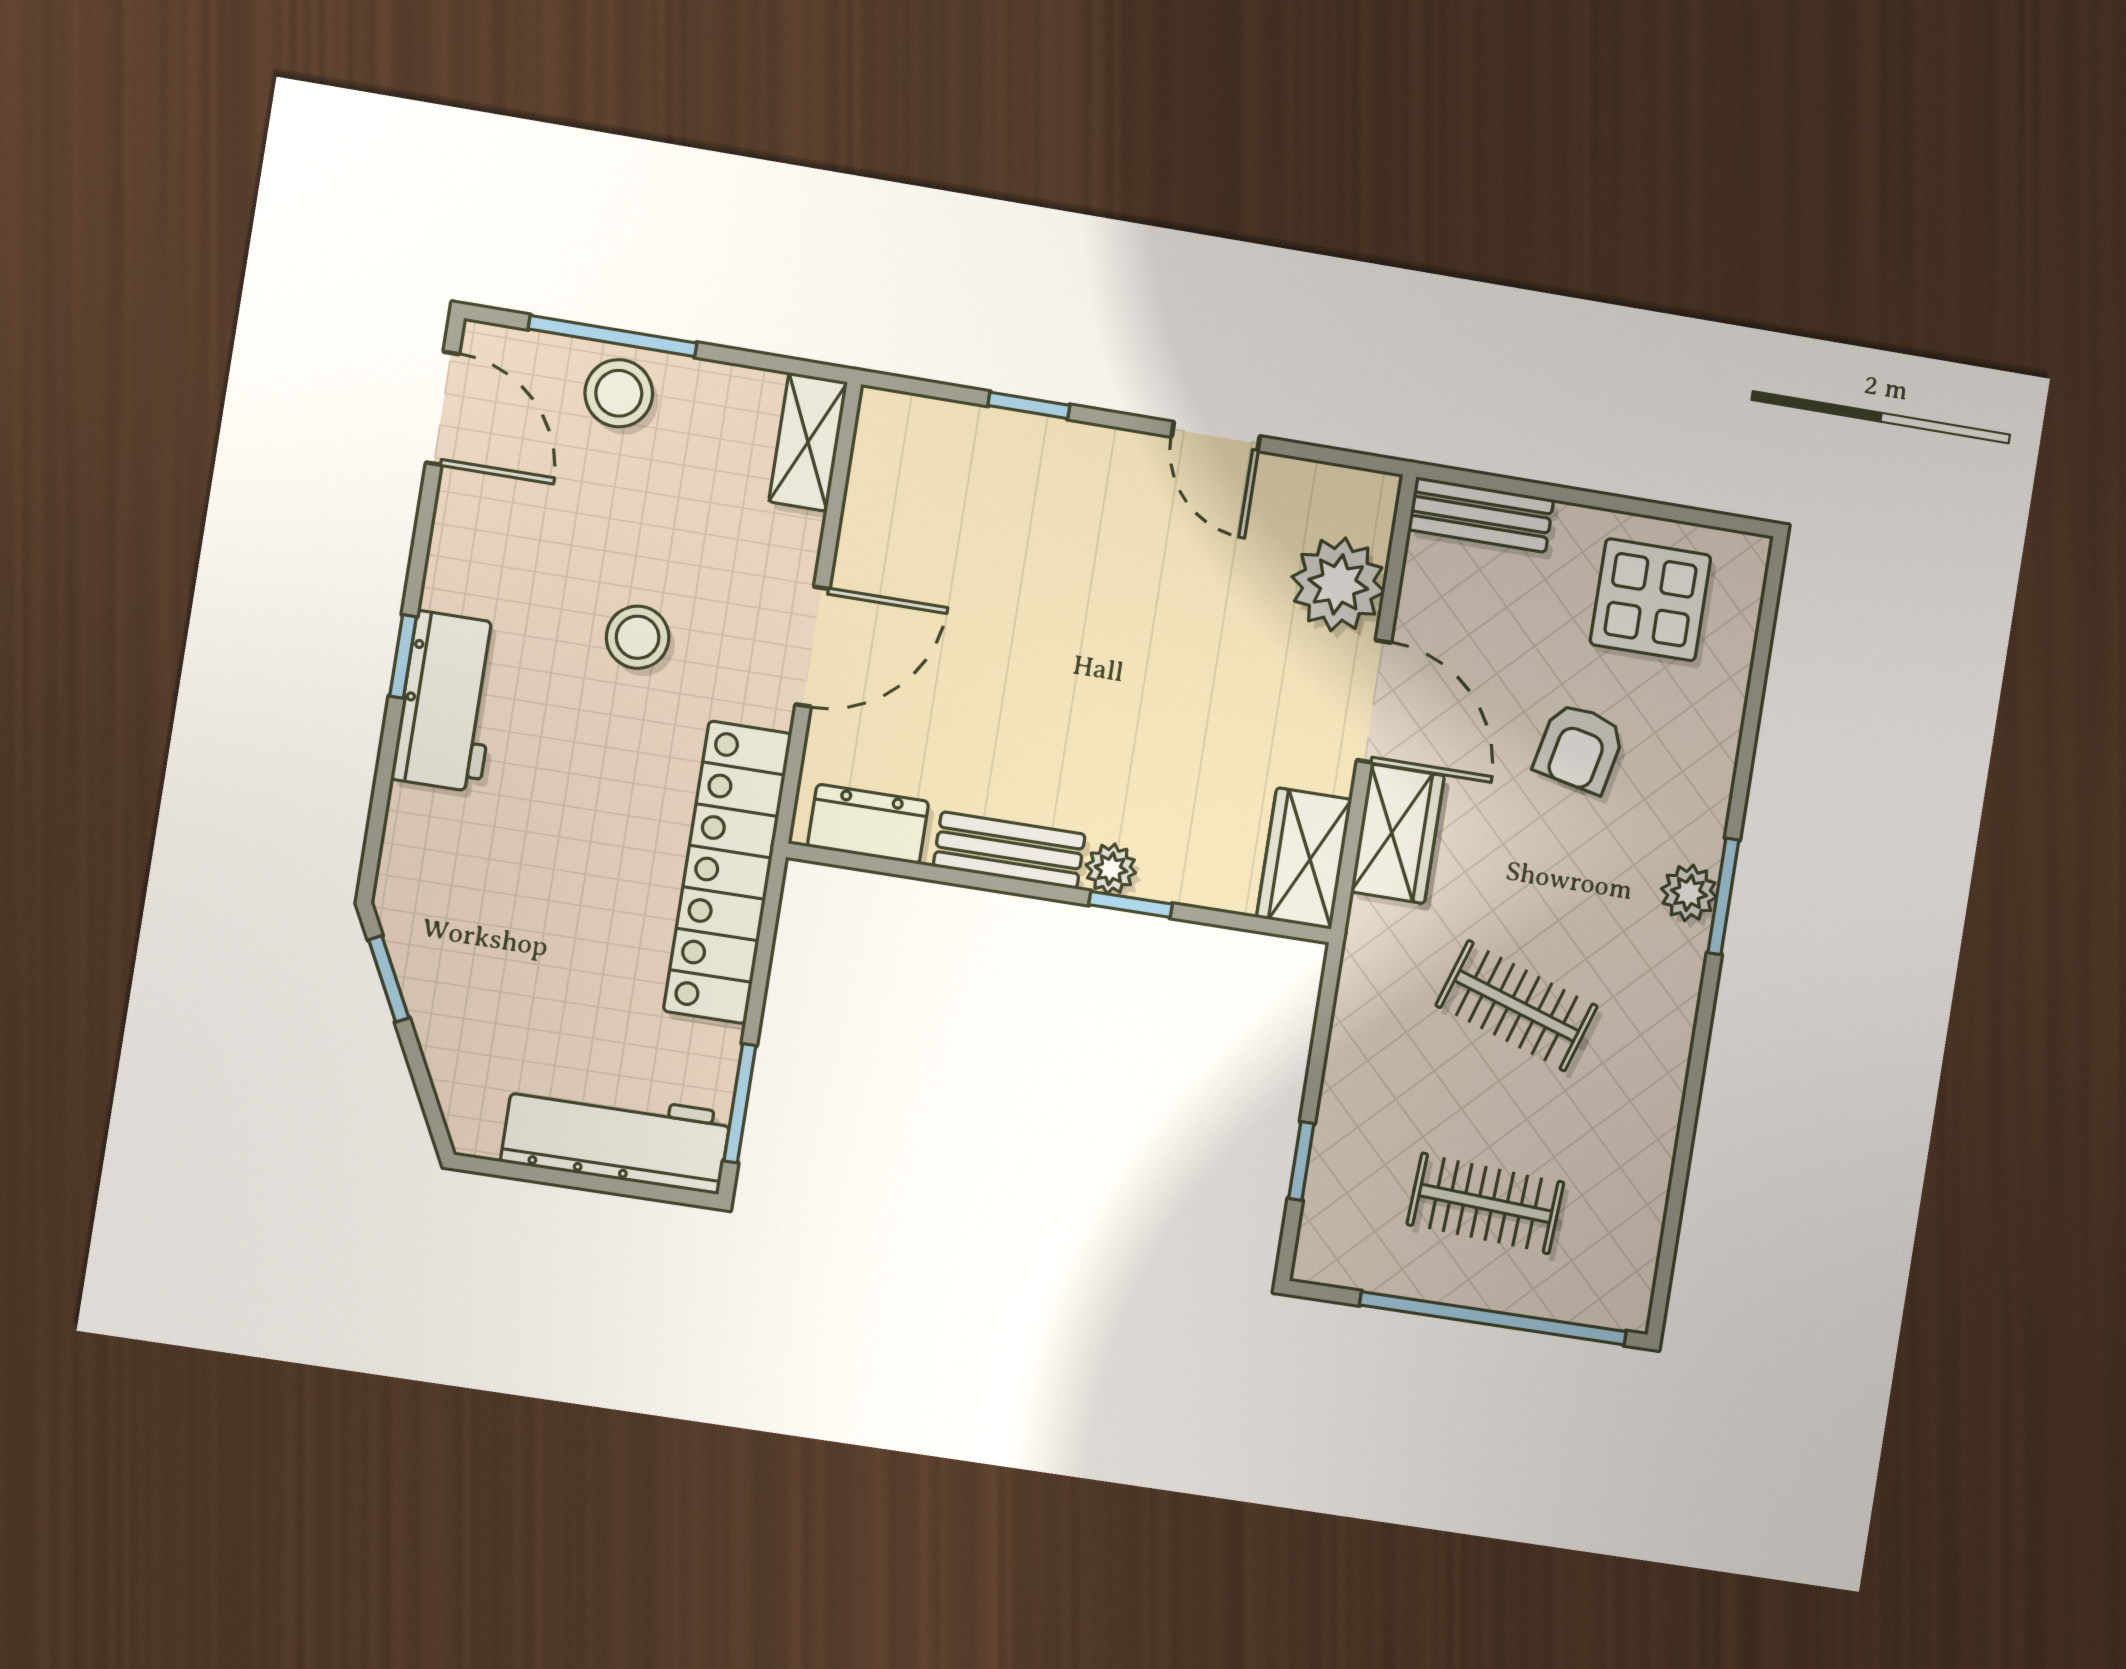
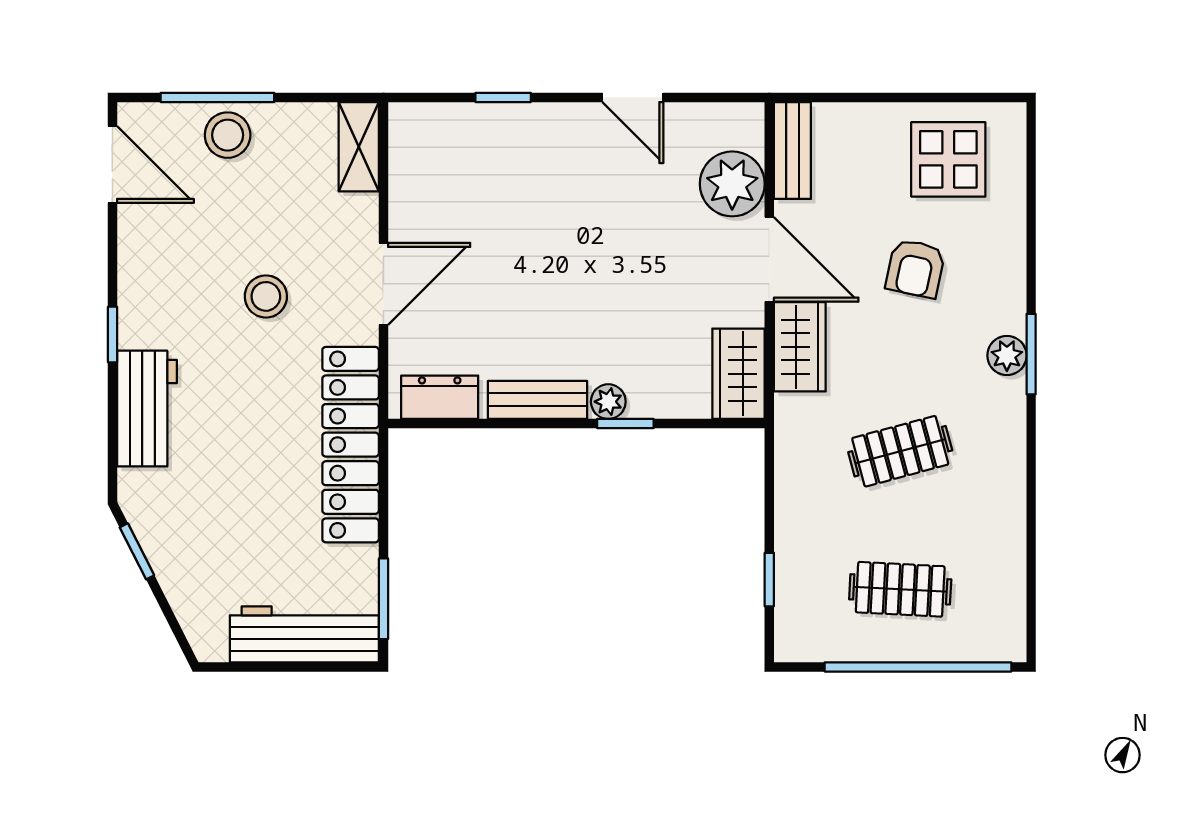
bench: (1481, 515) -> (792, 150), moved, turned 90
workbench: (448, 701) -> (147, 409), moved
clothes rail: (1517, 1006) -> (900, 451), turned -33

